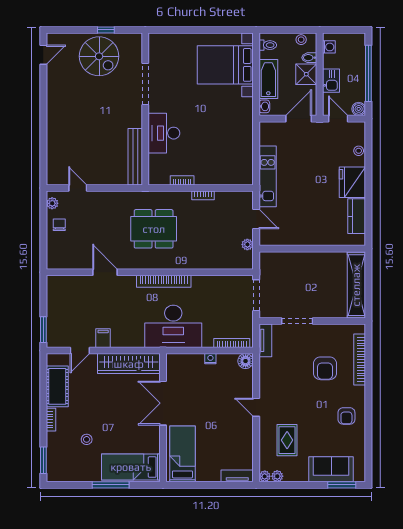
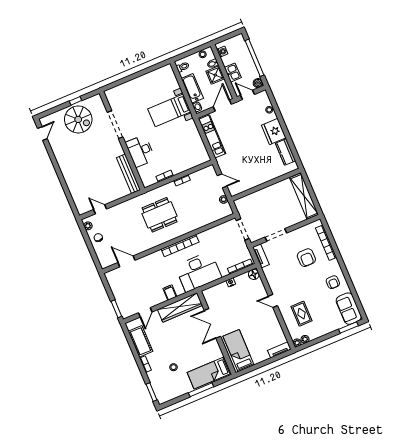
bed with nightstands: (225, 65) -> (169, 110), moved, width x0.73
kitchen unit: (268, 176) -> (212, 136), moved
door: (105, 272) -> (126, 261), moved
filing cabinet: (103, 338) -> (170, 293), moved
sofa: (331, 469) -> (349, 309), moved, turned -90

